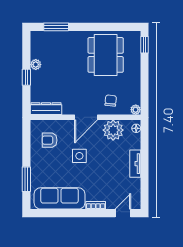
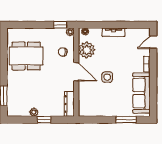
window: (144, 45) -> (60, 25), moved
armchair: (50, 140) -> (95, 101), removed
door: (123, 213) -> (153, 42), hinge flipped

